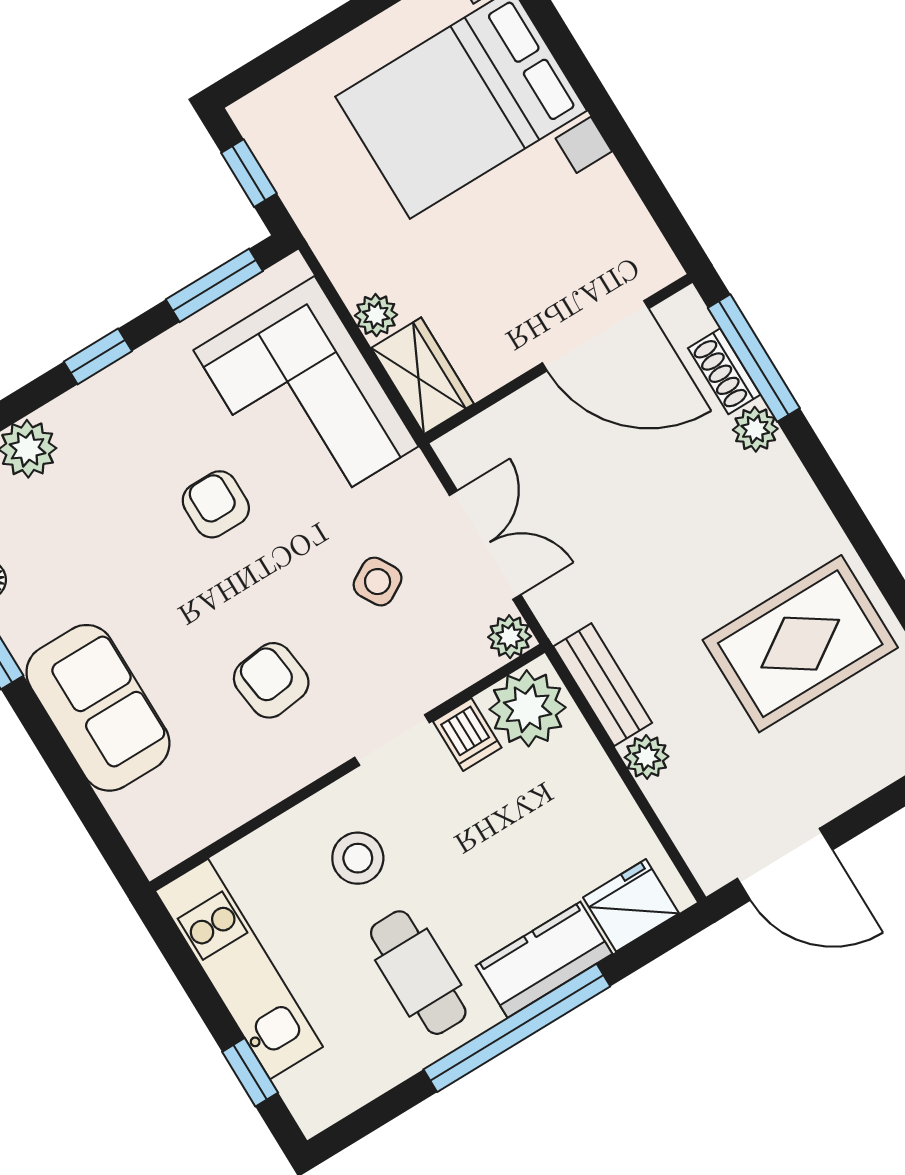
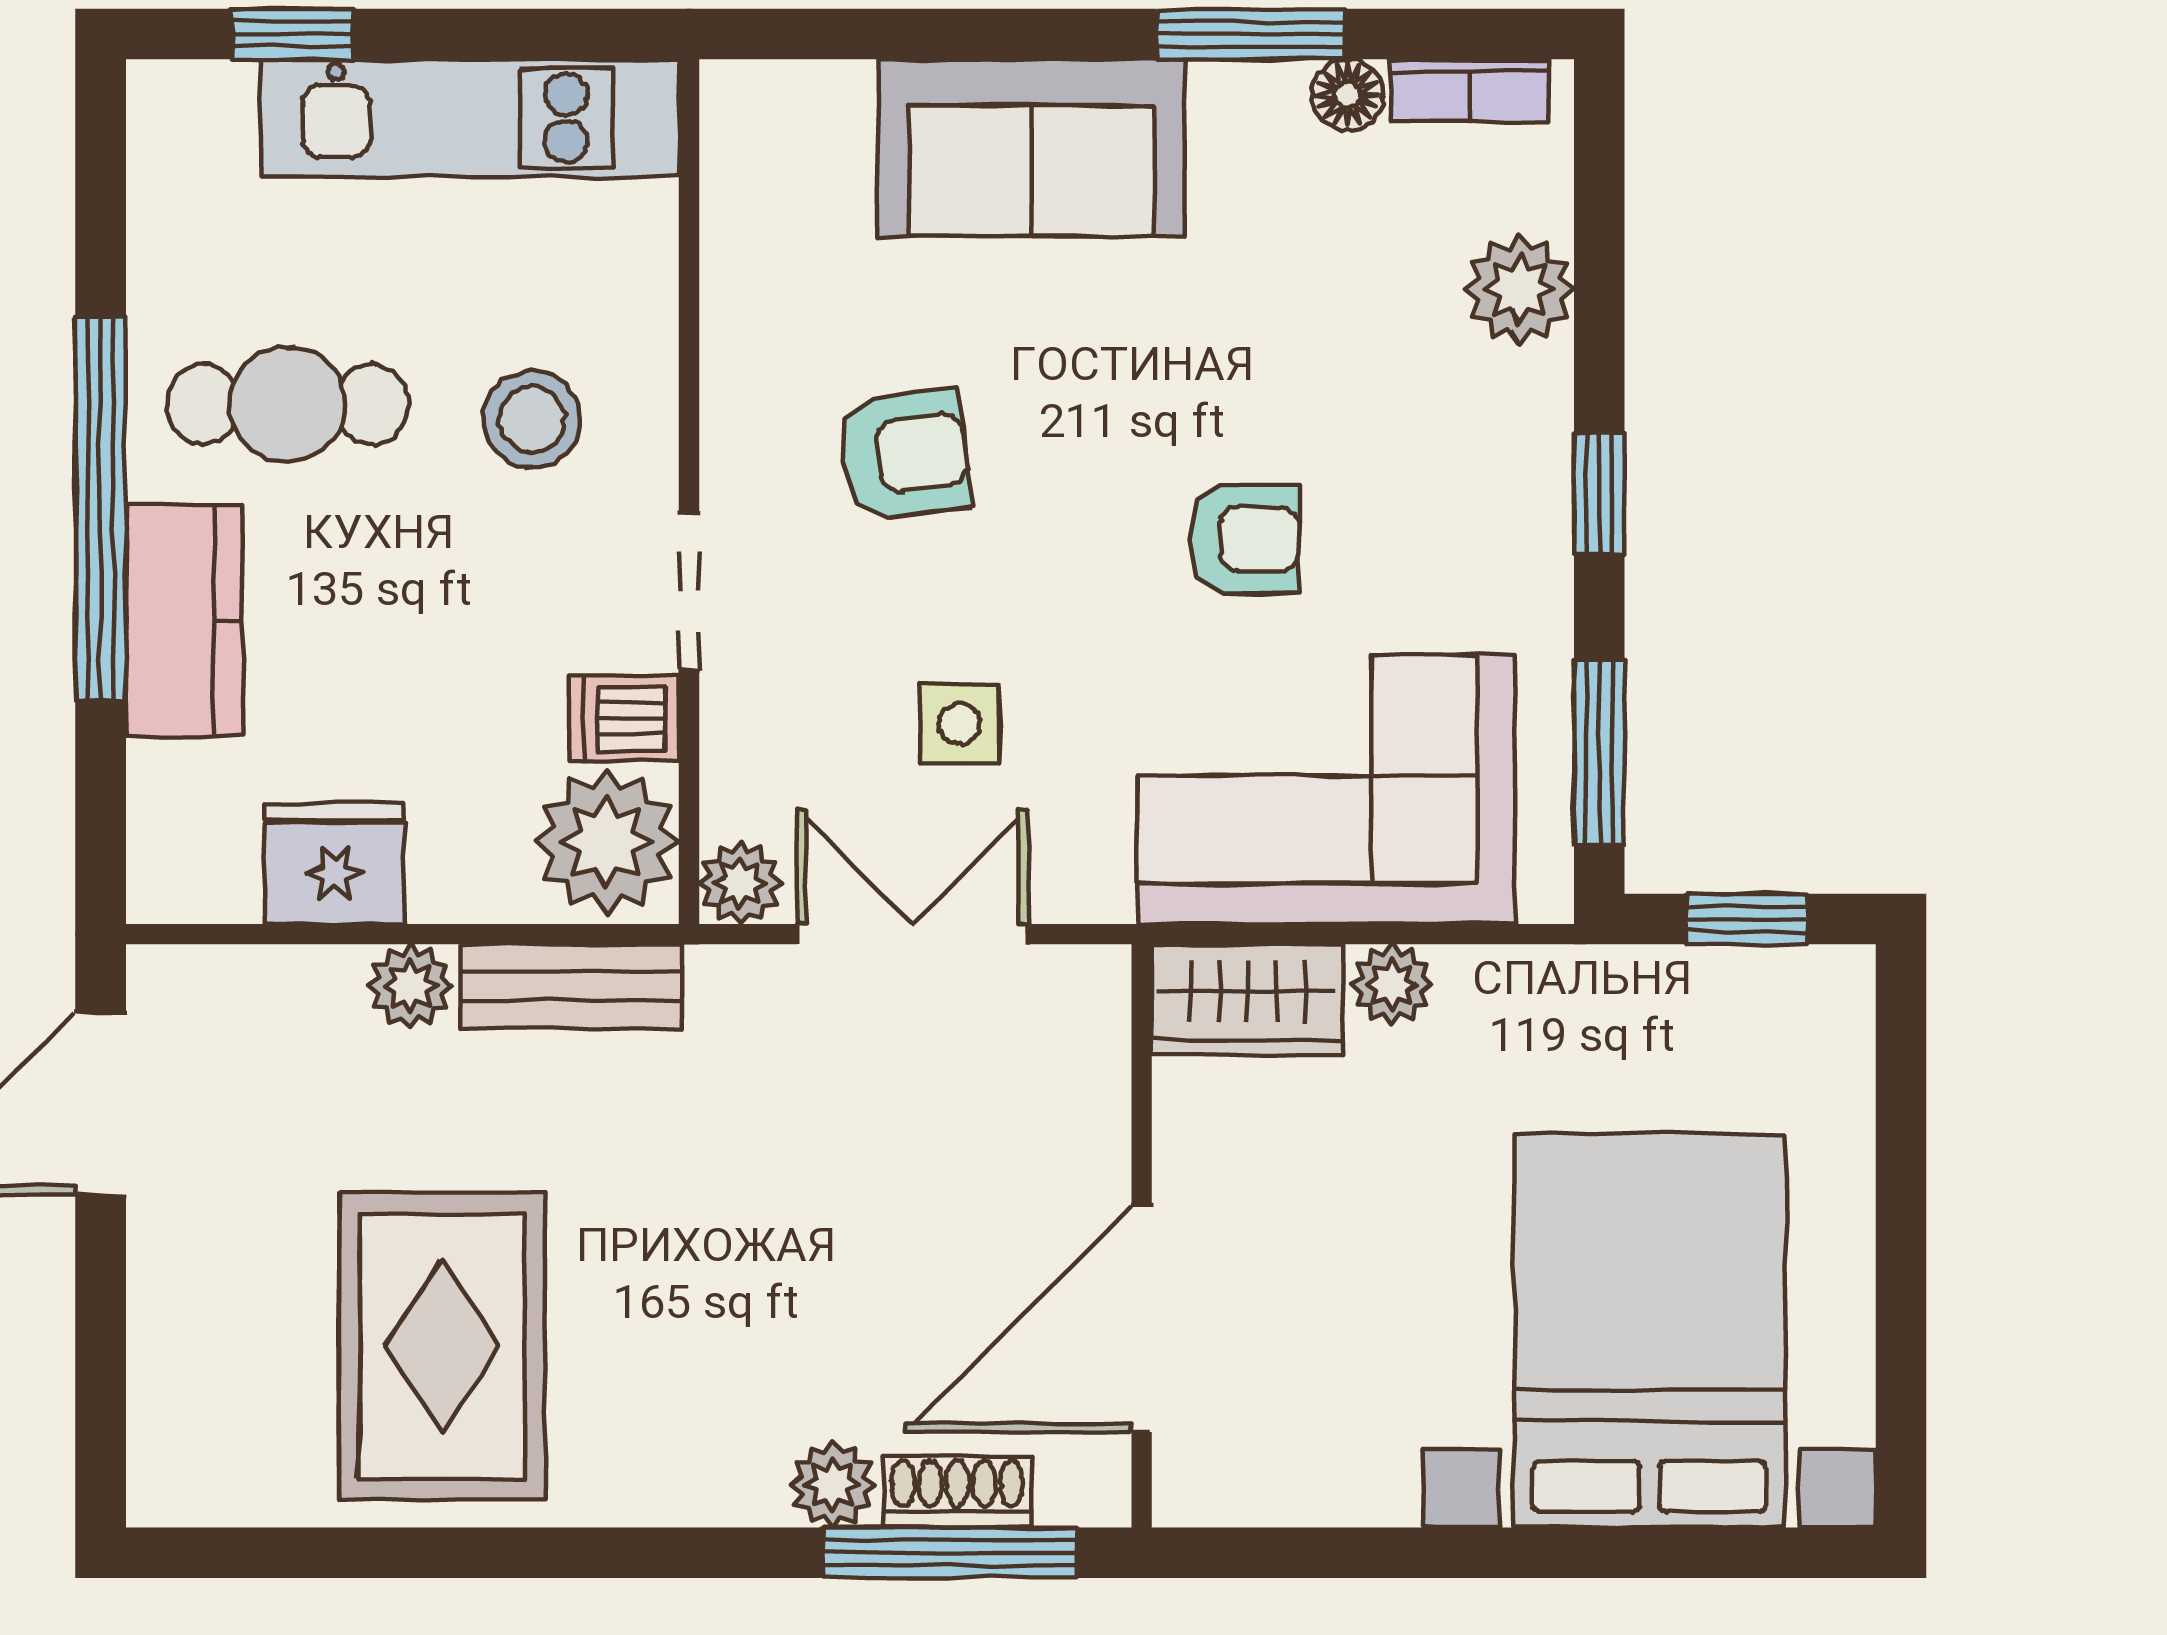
double door: (485, 545) -> (912, 934), swing flipped
side table: (378, 582) -> (959, 724), turned 30
fridge: (631, 905) -> (334, 864), moved, turned -90

